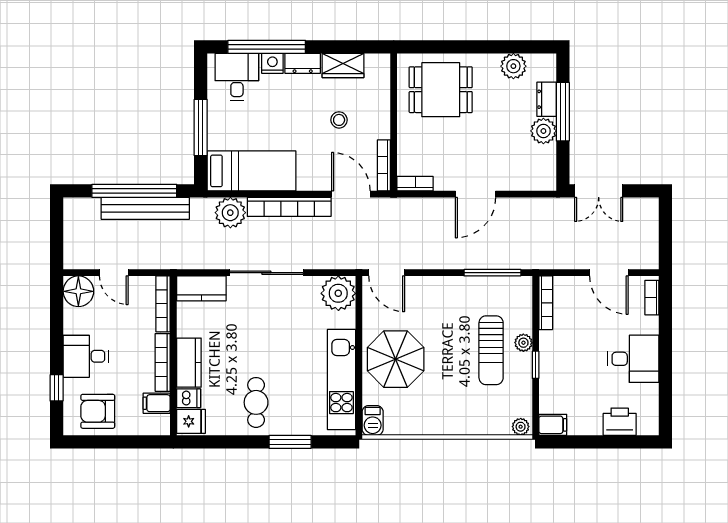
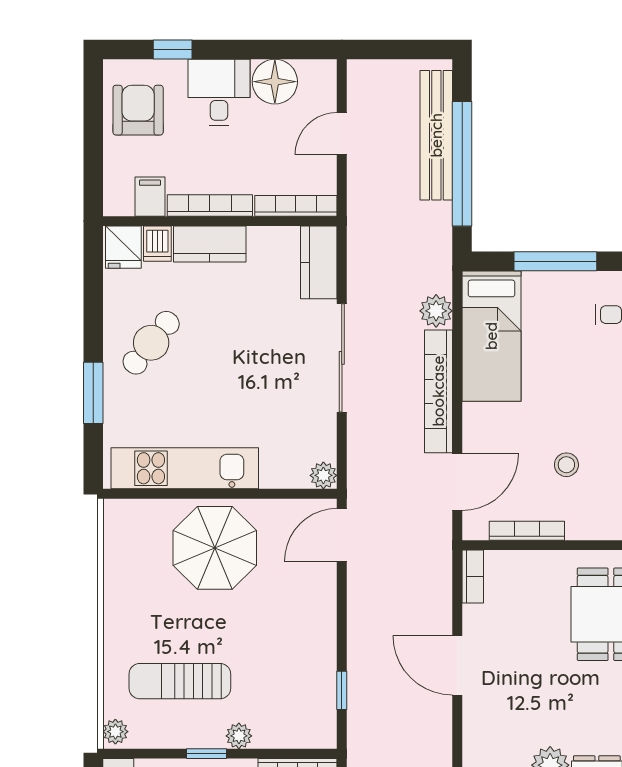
bookcase: (384, 165) -> (527, 531), moved
bench: (145, 208) -> (436, 135), moved
plant: (230, 213) -> (436, 311), width x0.73, depth x0.73
window: (492, 273) -> (342, 690), width x0.46
floor lamp: (78, 291) -> (275, 82), moved
plant: (338, 293) -> (323, 475), width x0.53, depth x0.53
sun lounger: (491, 350) -> (180, 681), moved
cafe table: (256, 402) -> (151, 343), turned -51
barbecue: (373, 420) -> (125, 514), removed

